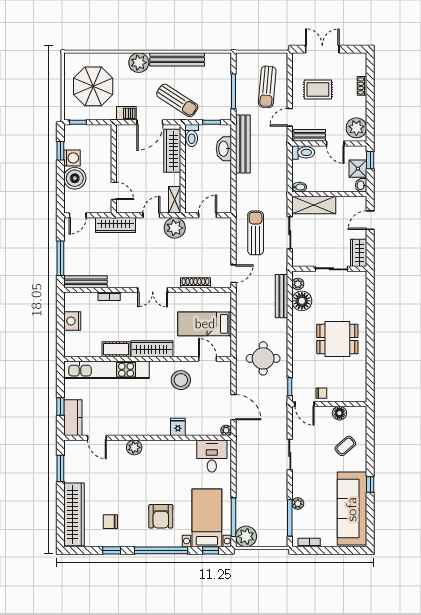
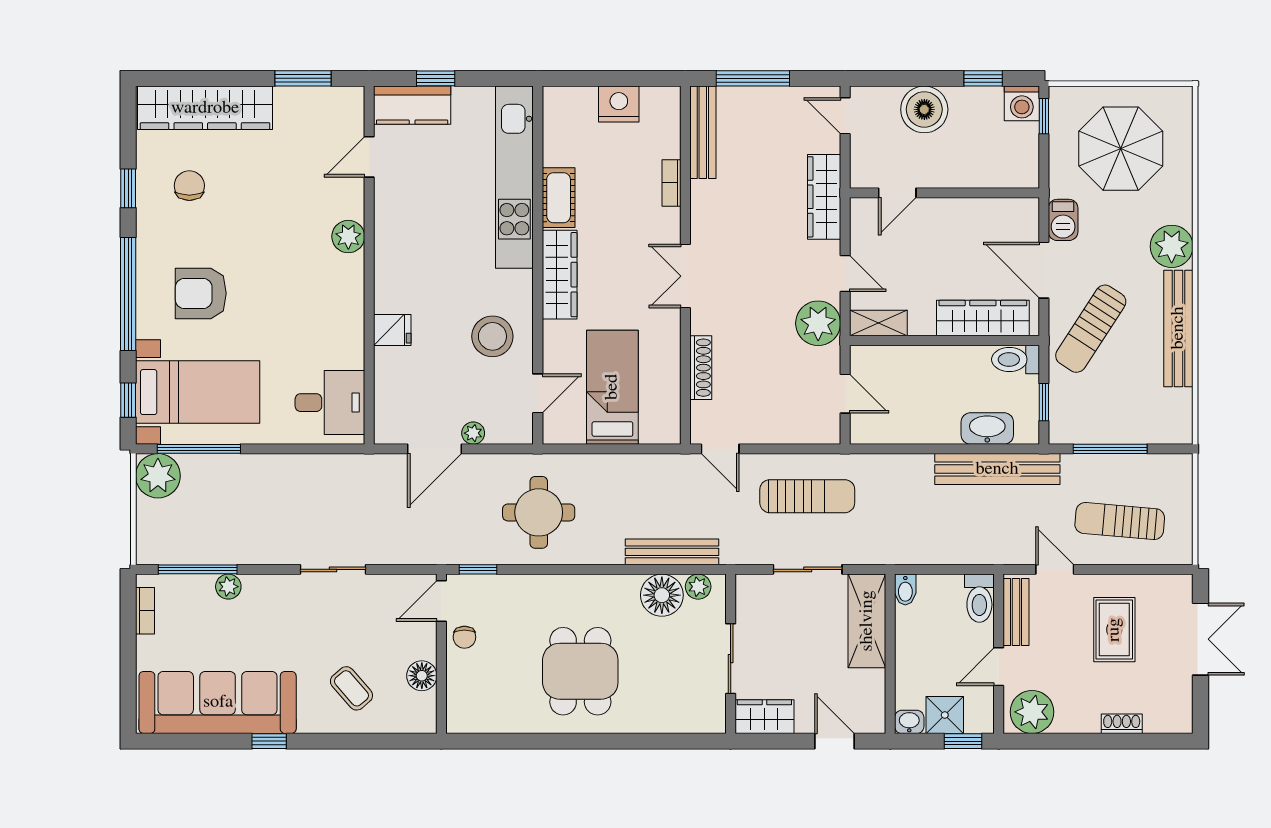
washing machine: (72, 158) -> (1022, 103), moved
plant: (226, 430) -> (473, 433), moved

